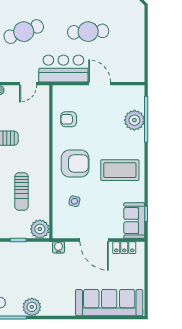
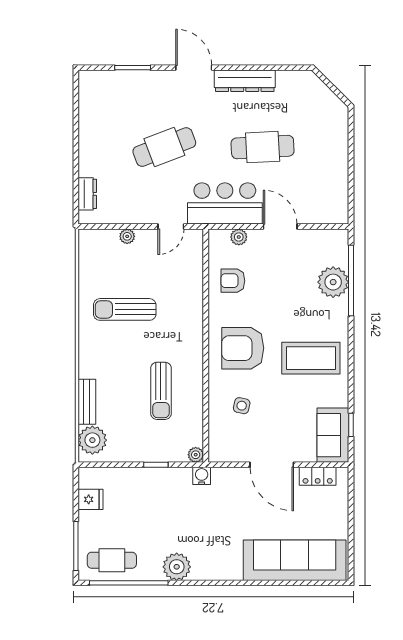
plant: (73, 91) -> (239, 237), added
armchair: (75, 164) -> (243, 348), turned 180
plant: (40, 229) -> (196, 455), width x0.53, depth x0.53
water cooler: (58, 247) -> (202, 476), moved

